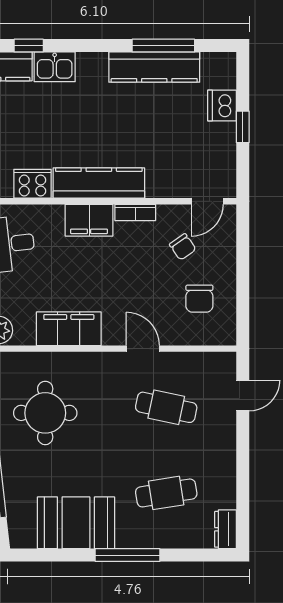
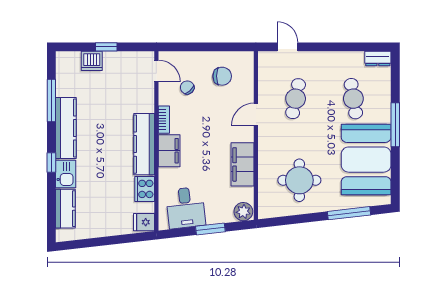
window: (29, 46) -> (51, 162), moved
kitchen counter: (154, 67) -> (66, 128), moved
chair: (183, 247) -> (187, 87), turned -98
booth: (76, 523) -> (366, 160), width x1.36, depth x1.42

